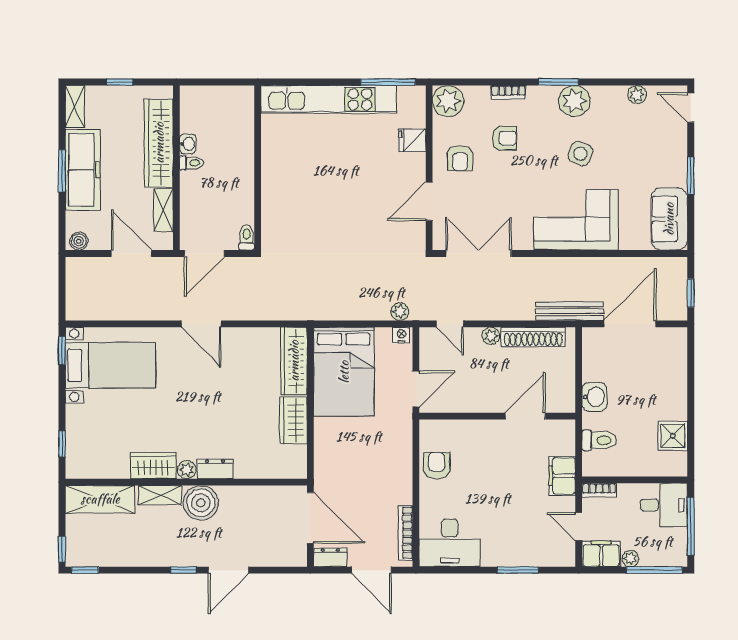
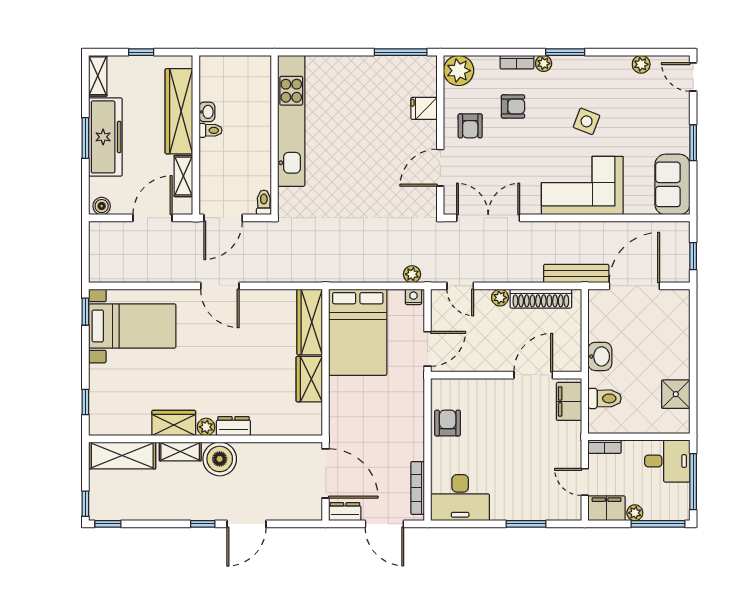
kitchen unit: (329, 99) -> (291, 121), moved, turned -90
plant: (574, 101) -> (544, 63), moved, width x0.53, depth x0.53
door: (131, 253) -> (153, 218), hinge flipped
filing cabinet: (562, 476) -> (569, 401), moved

